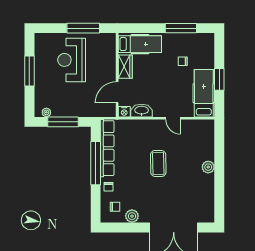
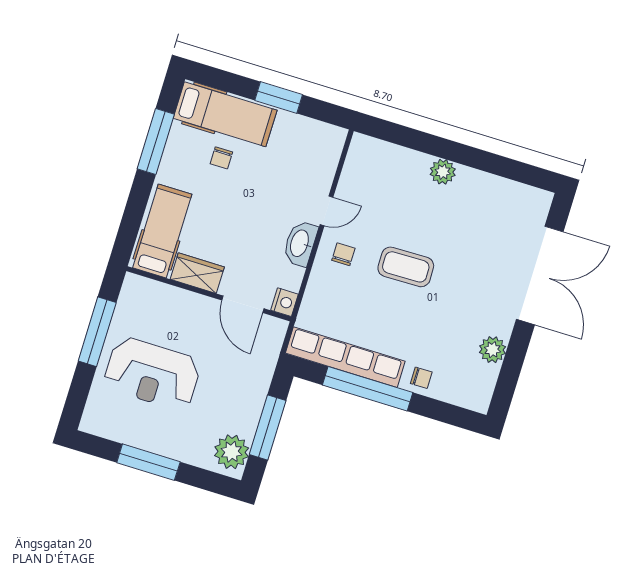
hospital bed: (204, 93) -> (225, 114), moved, turned 180
washbasin: (142, 111) -> (300, 243), moved
plant: (46, 112) -> (232, 452), width x1.88, depth x1.88
chair: (115, 207) -> (343, 254), moved

